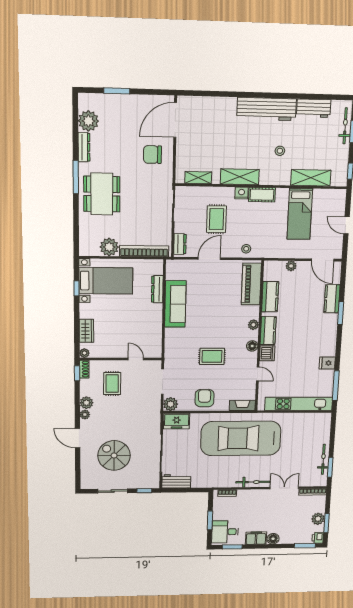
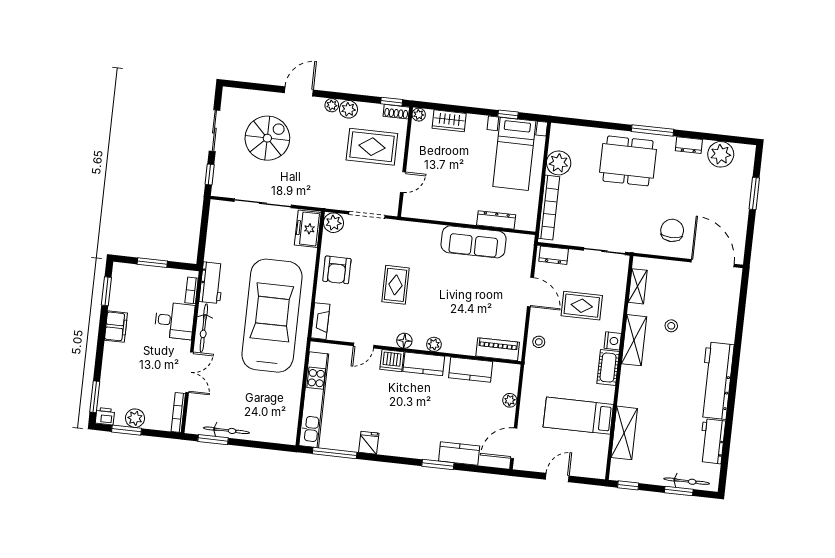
dresser: (84, 147) -> (689, 145), width x0.70
stool: (280, 151) -> (671, 326), moved
piano: (251, 284) -> (498, 349), width x0.73, depth x0.75
rug: (112, 383) -> (372, 147), width x1.36, depth x1.43
armchair: (205, 398) -> (337, 270), turned 90
workbench: (176, 481) -> (211, 283), moved
desk: (225, 532) -> (174, 321), moved, turned 90
floor lamp: (273, 539) -> (112, 351), removed

